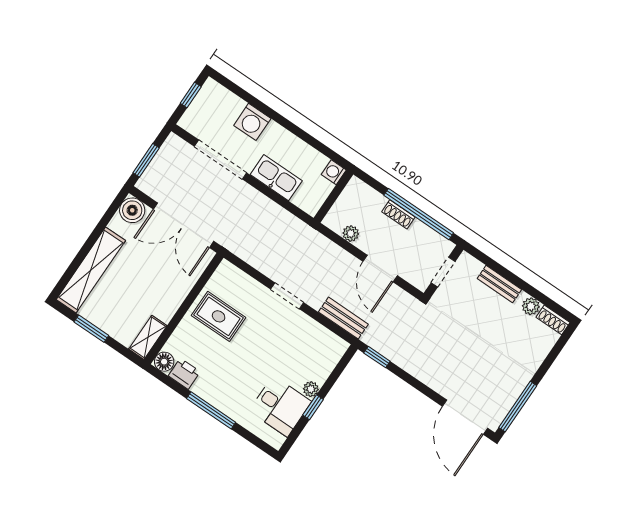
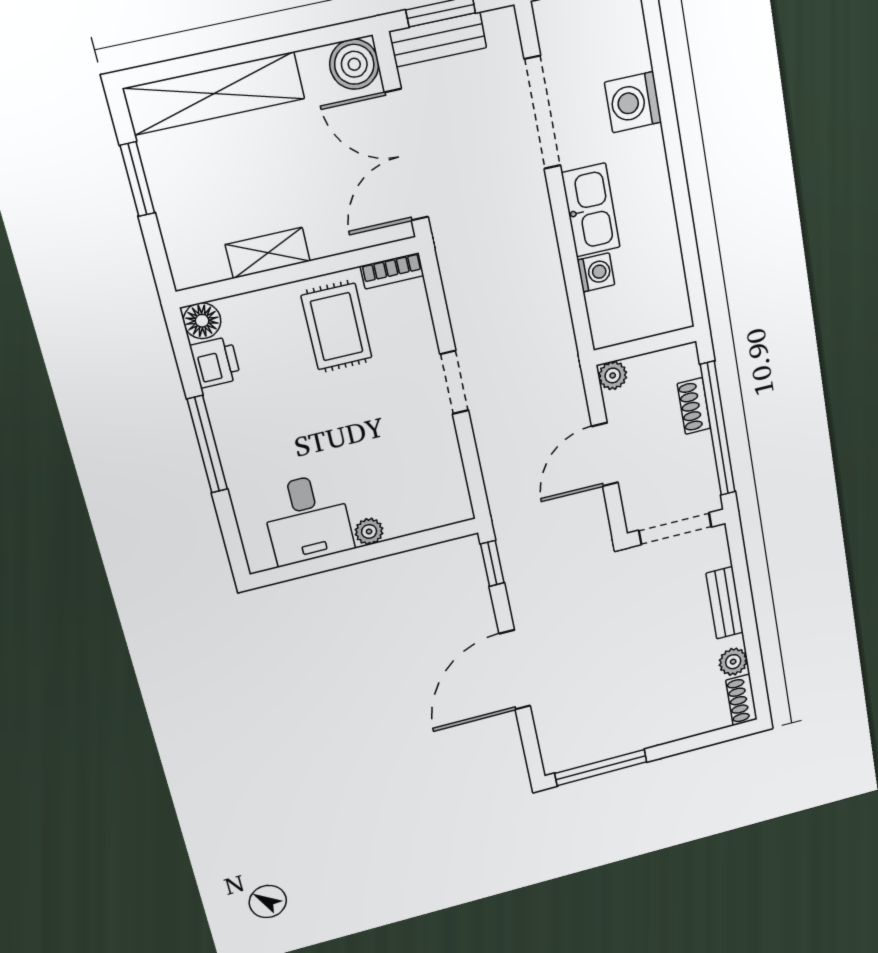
washing machine: (334, 172) -> (596, 272), moved, turned 90
wall: (333, 196) -> (645, 346), moved
doorway: (443, 272) -> (675, 529), width x1.38
bookcase: (220, 274) -> (392, 271), added
bench: (343, 318) -> (438, 39), moved, turned 90
shelving: (148, 337) -> (268, 253), moved
window: (313, 407) -> (350, 557), removed
door: (465, 417) -> (515, 670), moved

